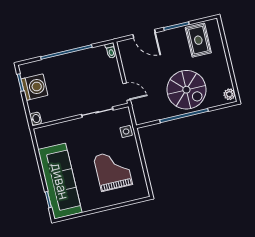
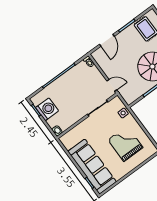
door: (144, 34) -> (107, 40), hinge flipped

